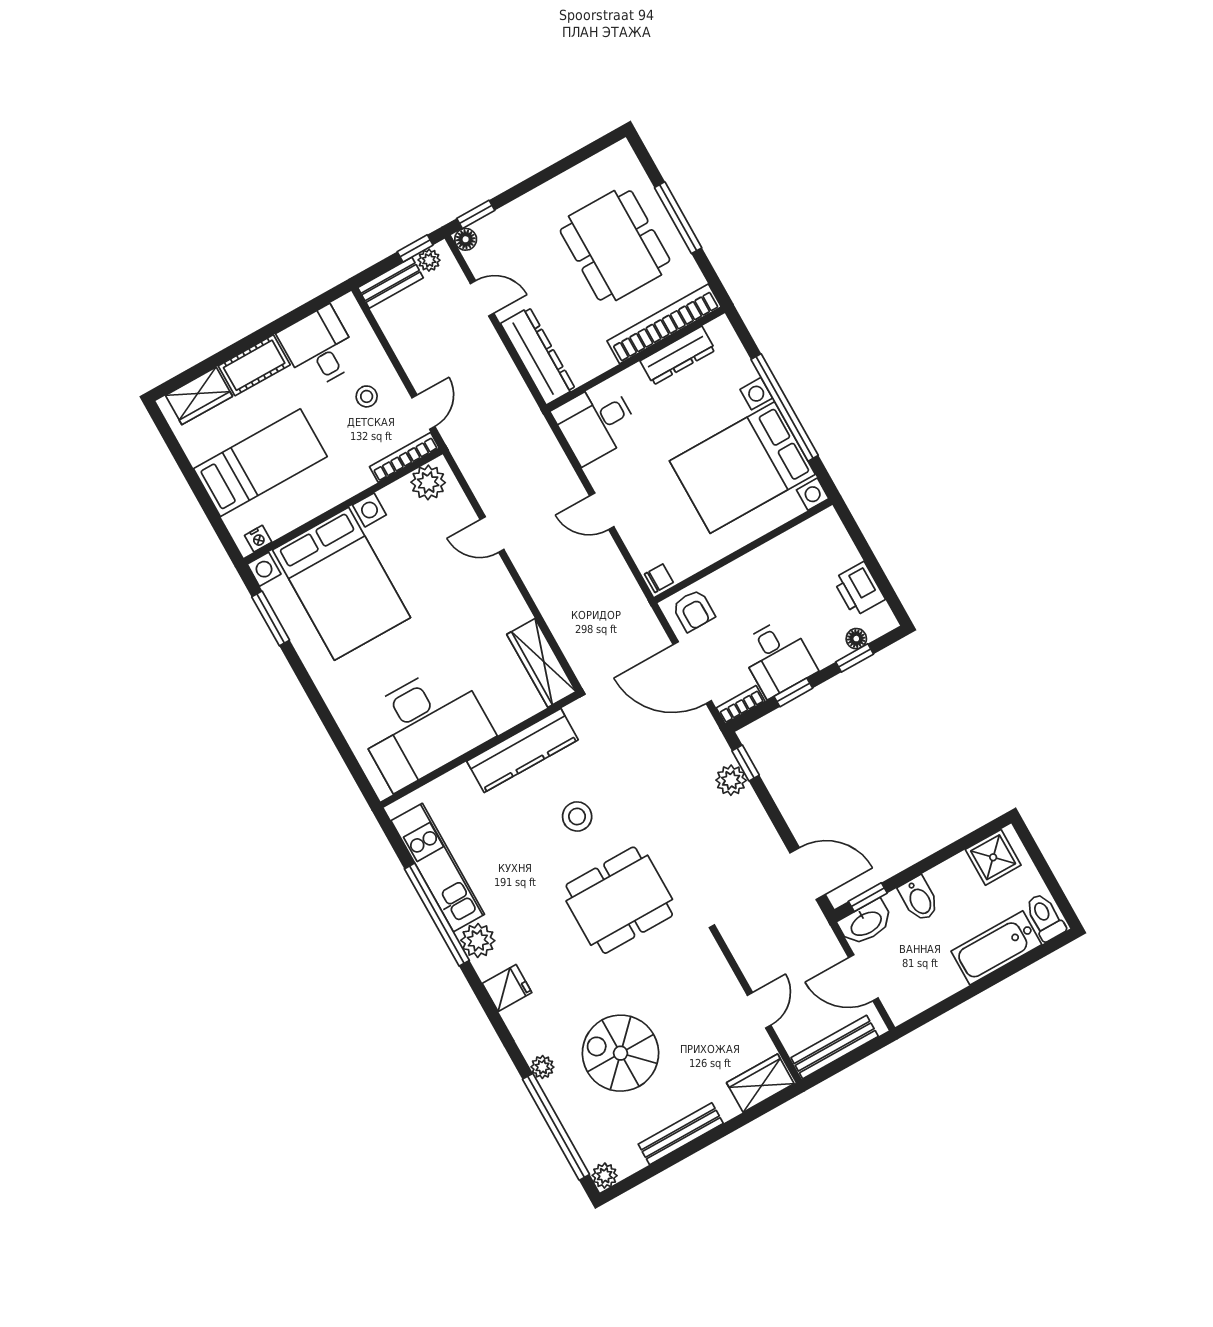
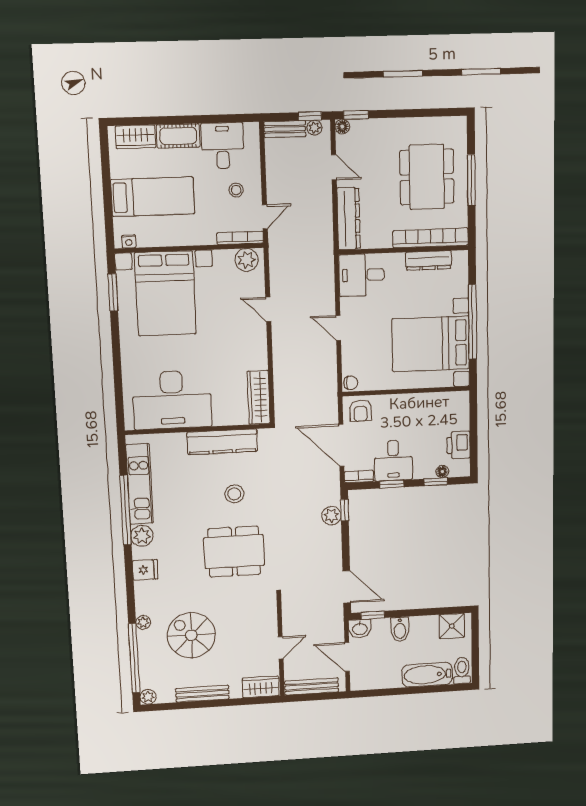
washbasin: (866, 923) -> (360, 629), width x0.72

